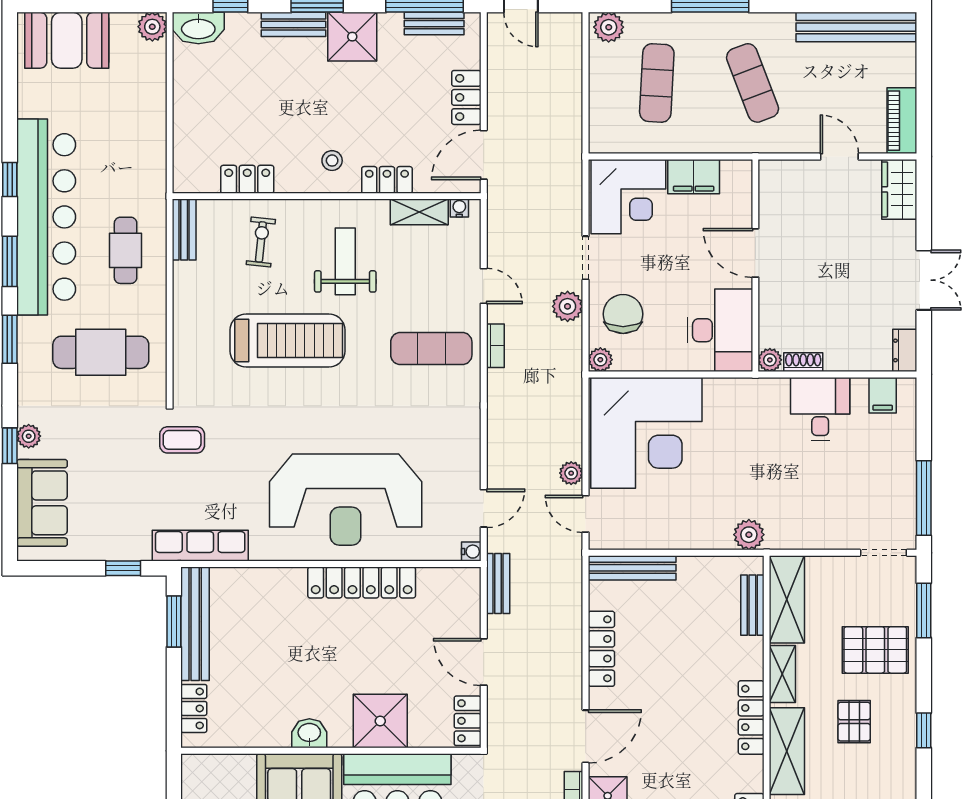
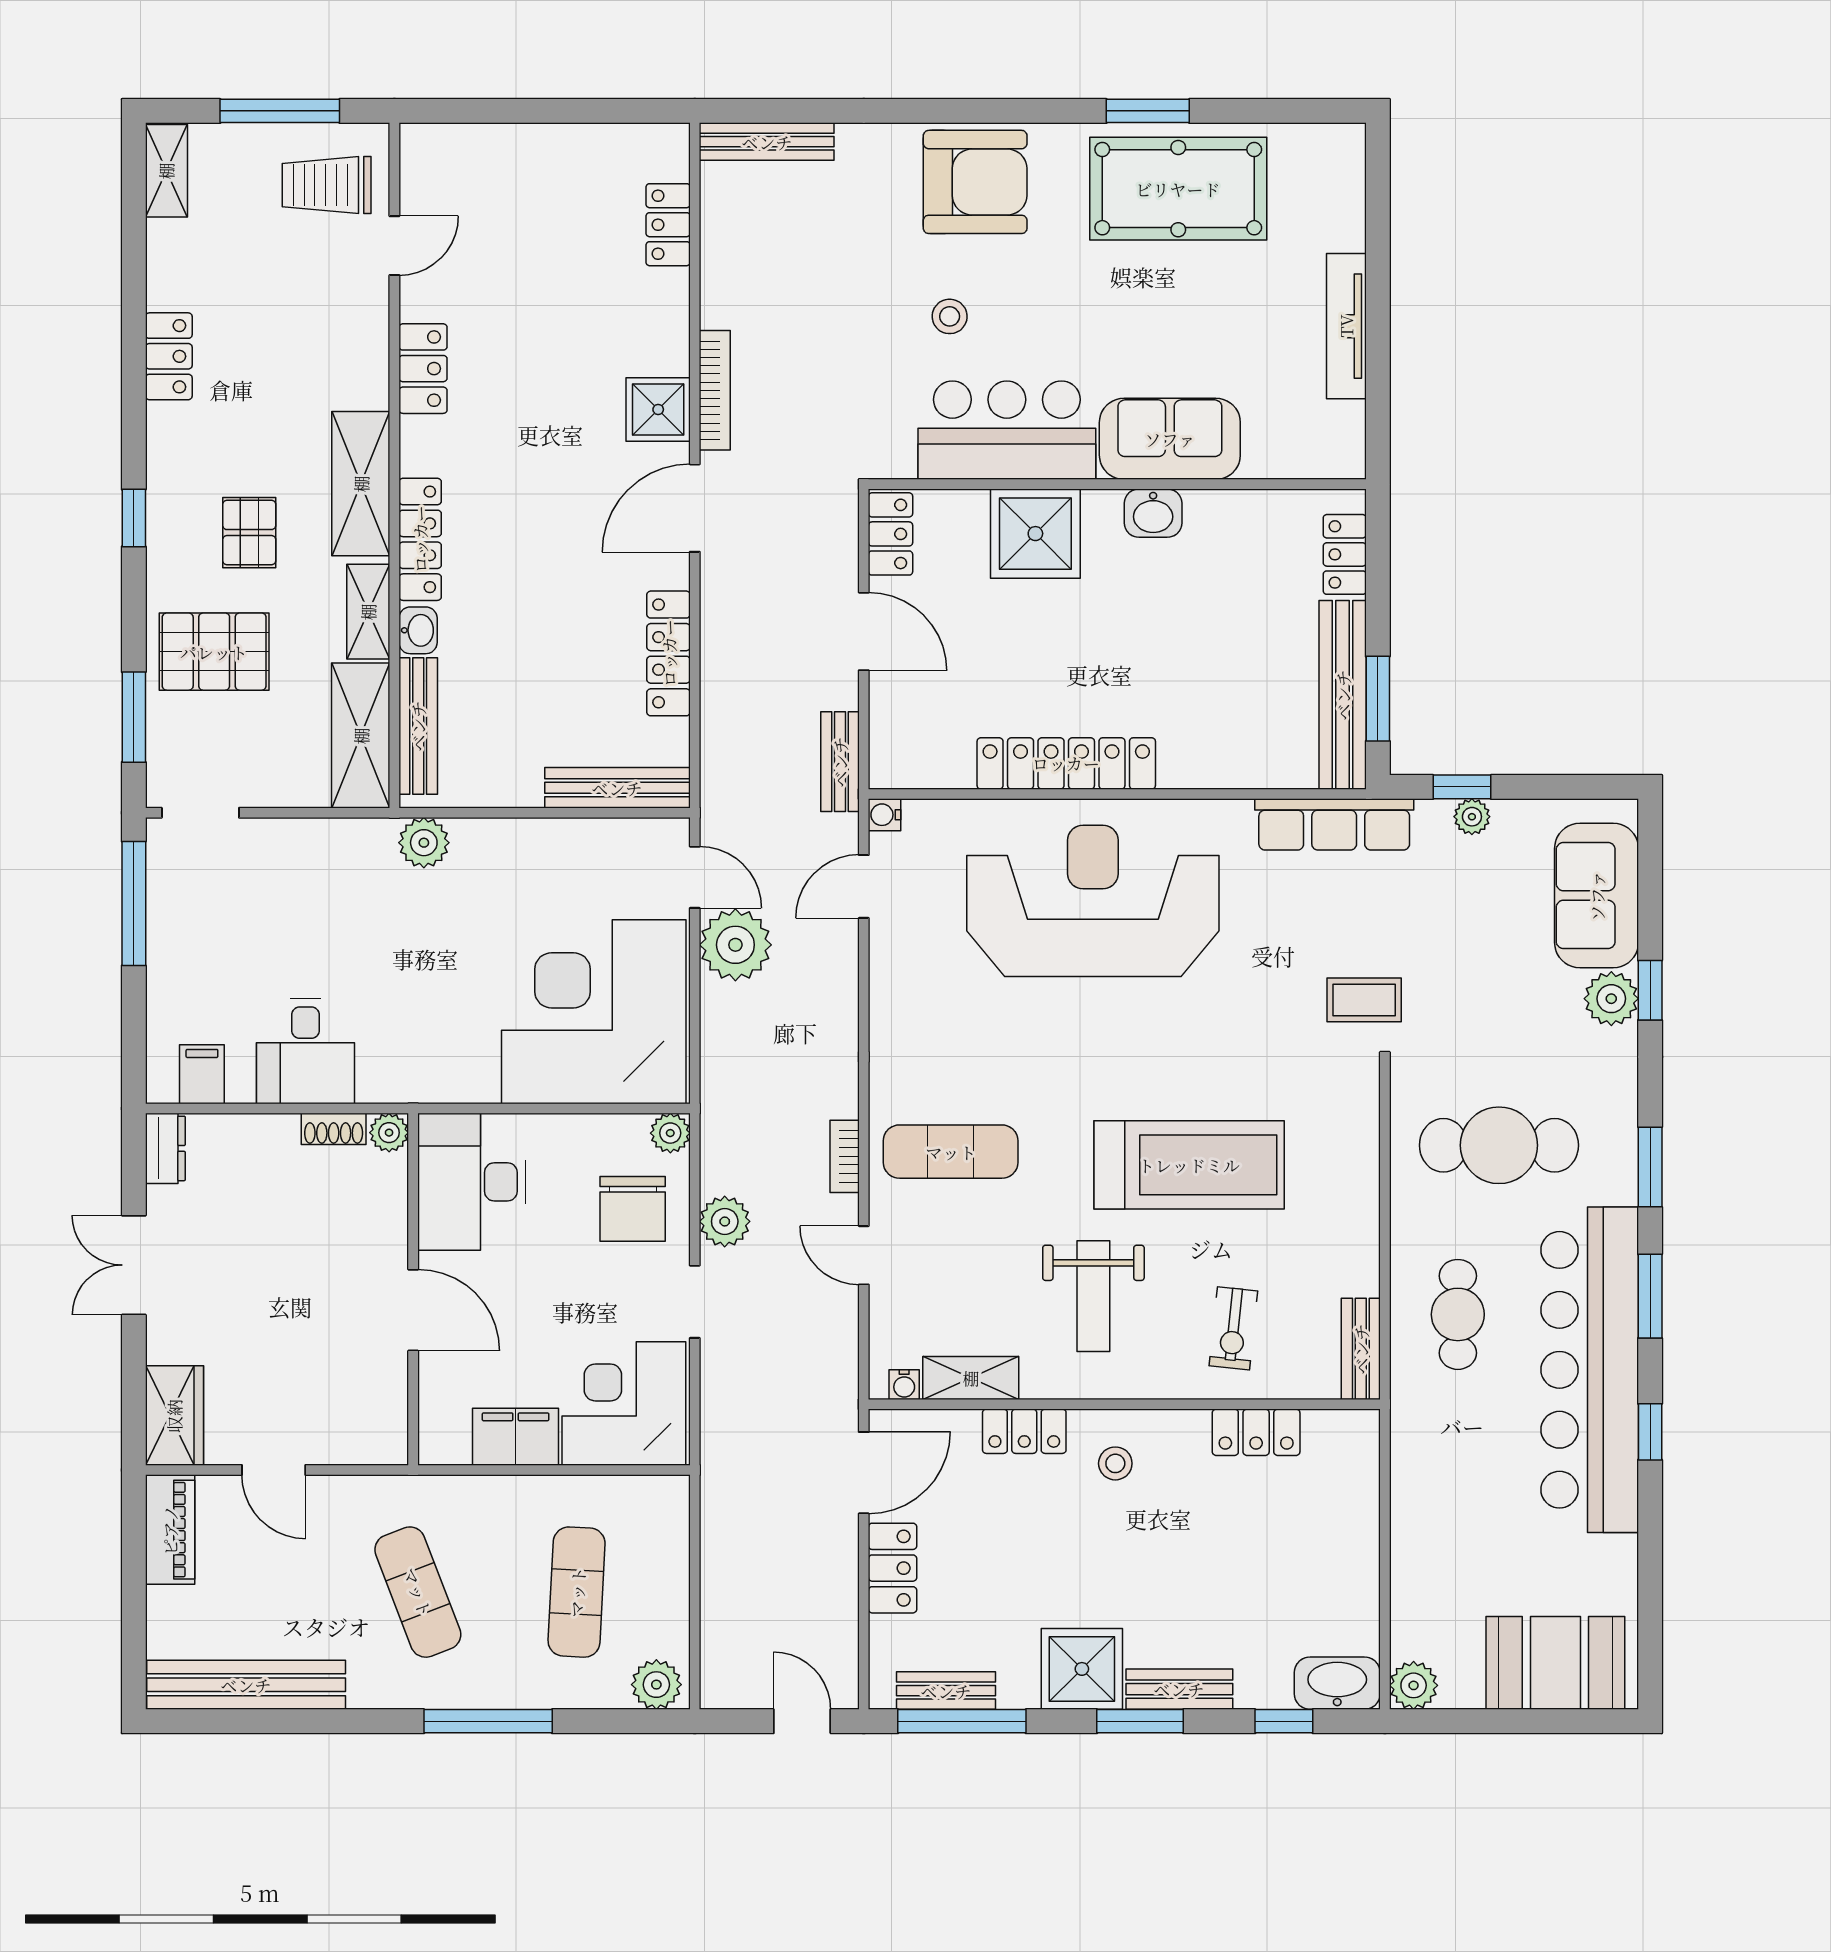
treadmill: (288, 340) -> (1189, 1165), turned 180
plant: (29, 436) -> (1611, 999), width x1.38, depth x1.38
plant: (571, 473) -> (735, 945), width x1.88, depth x1.88
plant: (117, 550) -> (1472, 817), added
bench: (752, 605) -> (418, 726), width x1.36
washbasin: (752, 663) -> (418, 630), added

